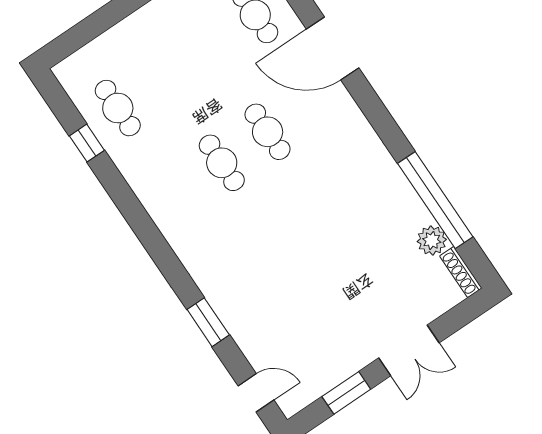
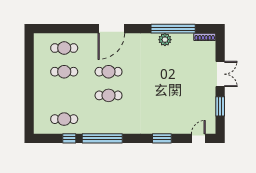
cafe table: (209, 46) -> (64, 72), added
door: (333, 48) -> (111, 29), moved
window: (130, 207) -> (102, 138), added
plant: (432, 240) -> (165, 40), moved

